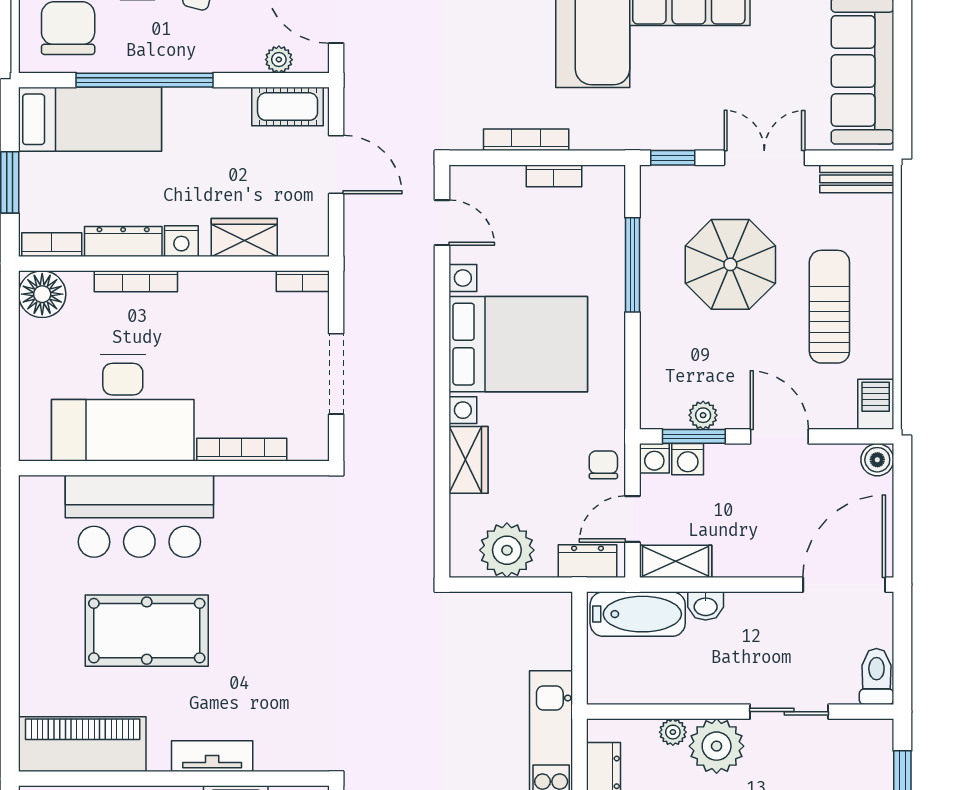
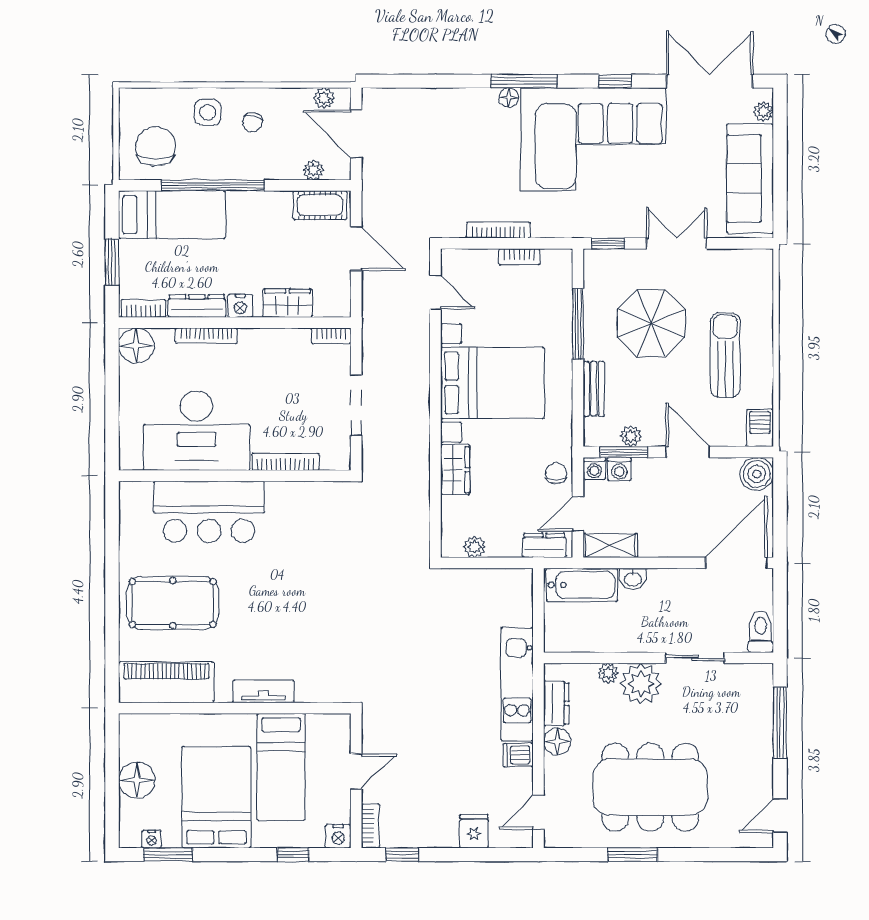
bench: (857, 179) -> (594, 389), moved, turned 90
boiler: (877, 460) -> (757, 474), width x1.36, depth x1.36
plant: (507, 550) -> (474, 547), width x0.53, depth x0.53
pool table: (147, 631) -> (173, 603), moved

